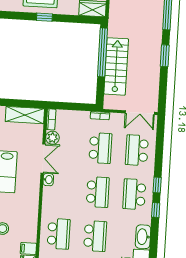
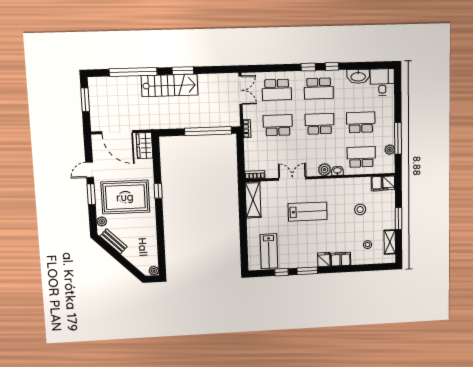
window: (103, 52) -> (208, 131), moved
stairs: (116, 66) -> (170, 85), moved, turned 180
plant: (52, 138) -> (324, 170), moved
washbasin: (48, 180) -> (337, 171), moved

